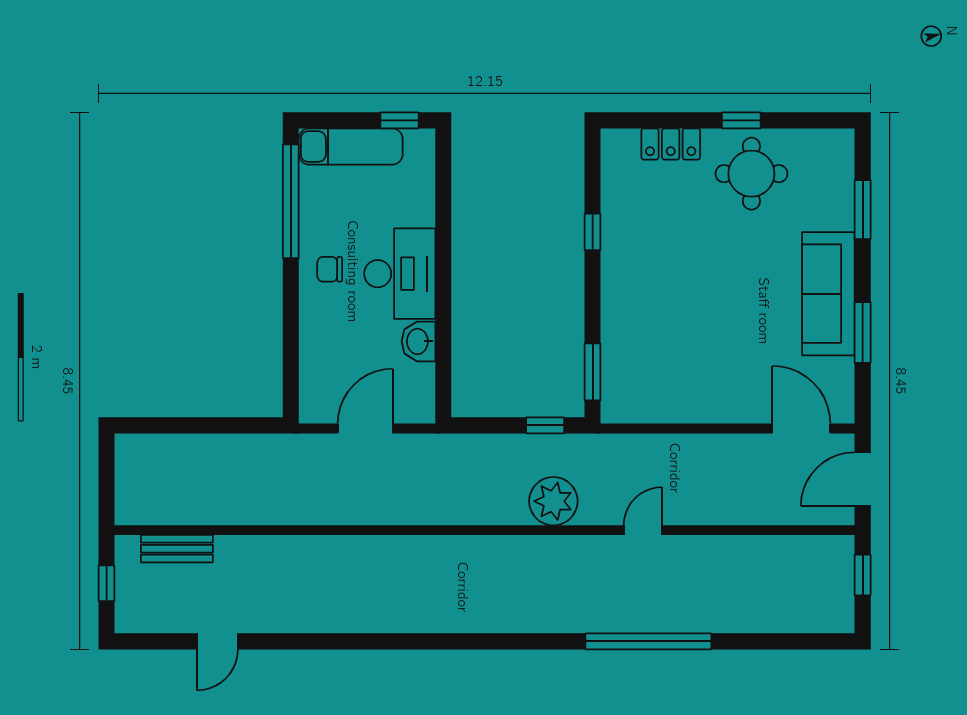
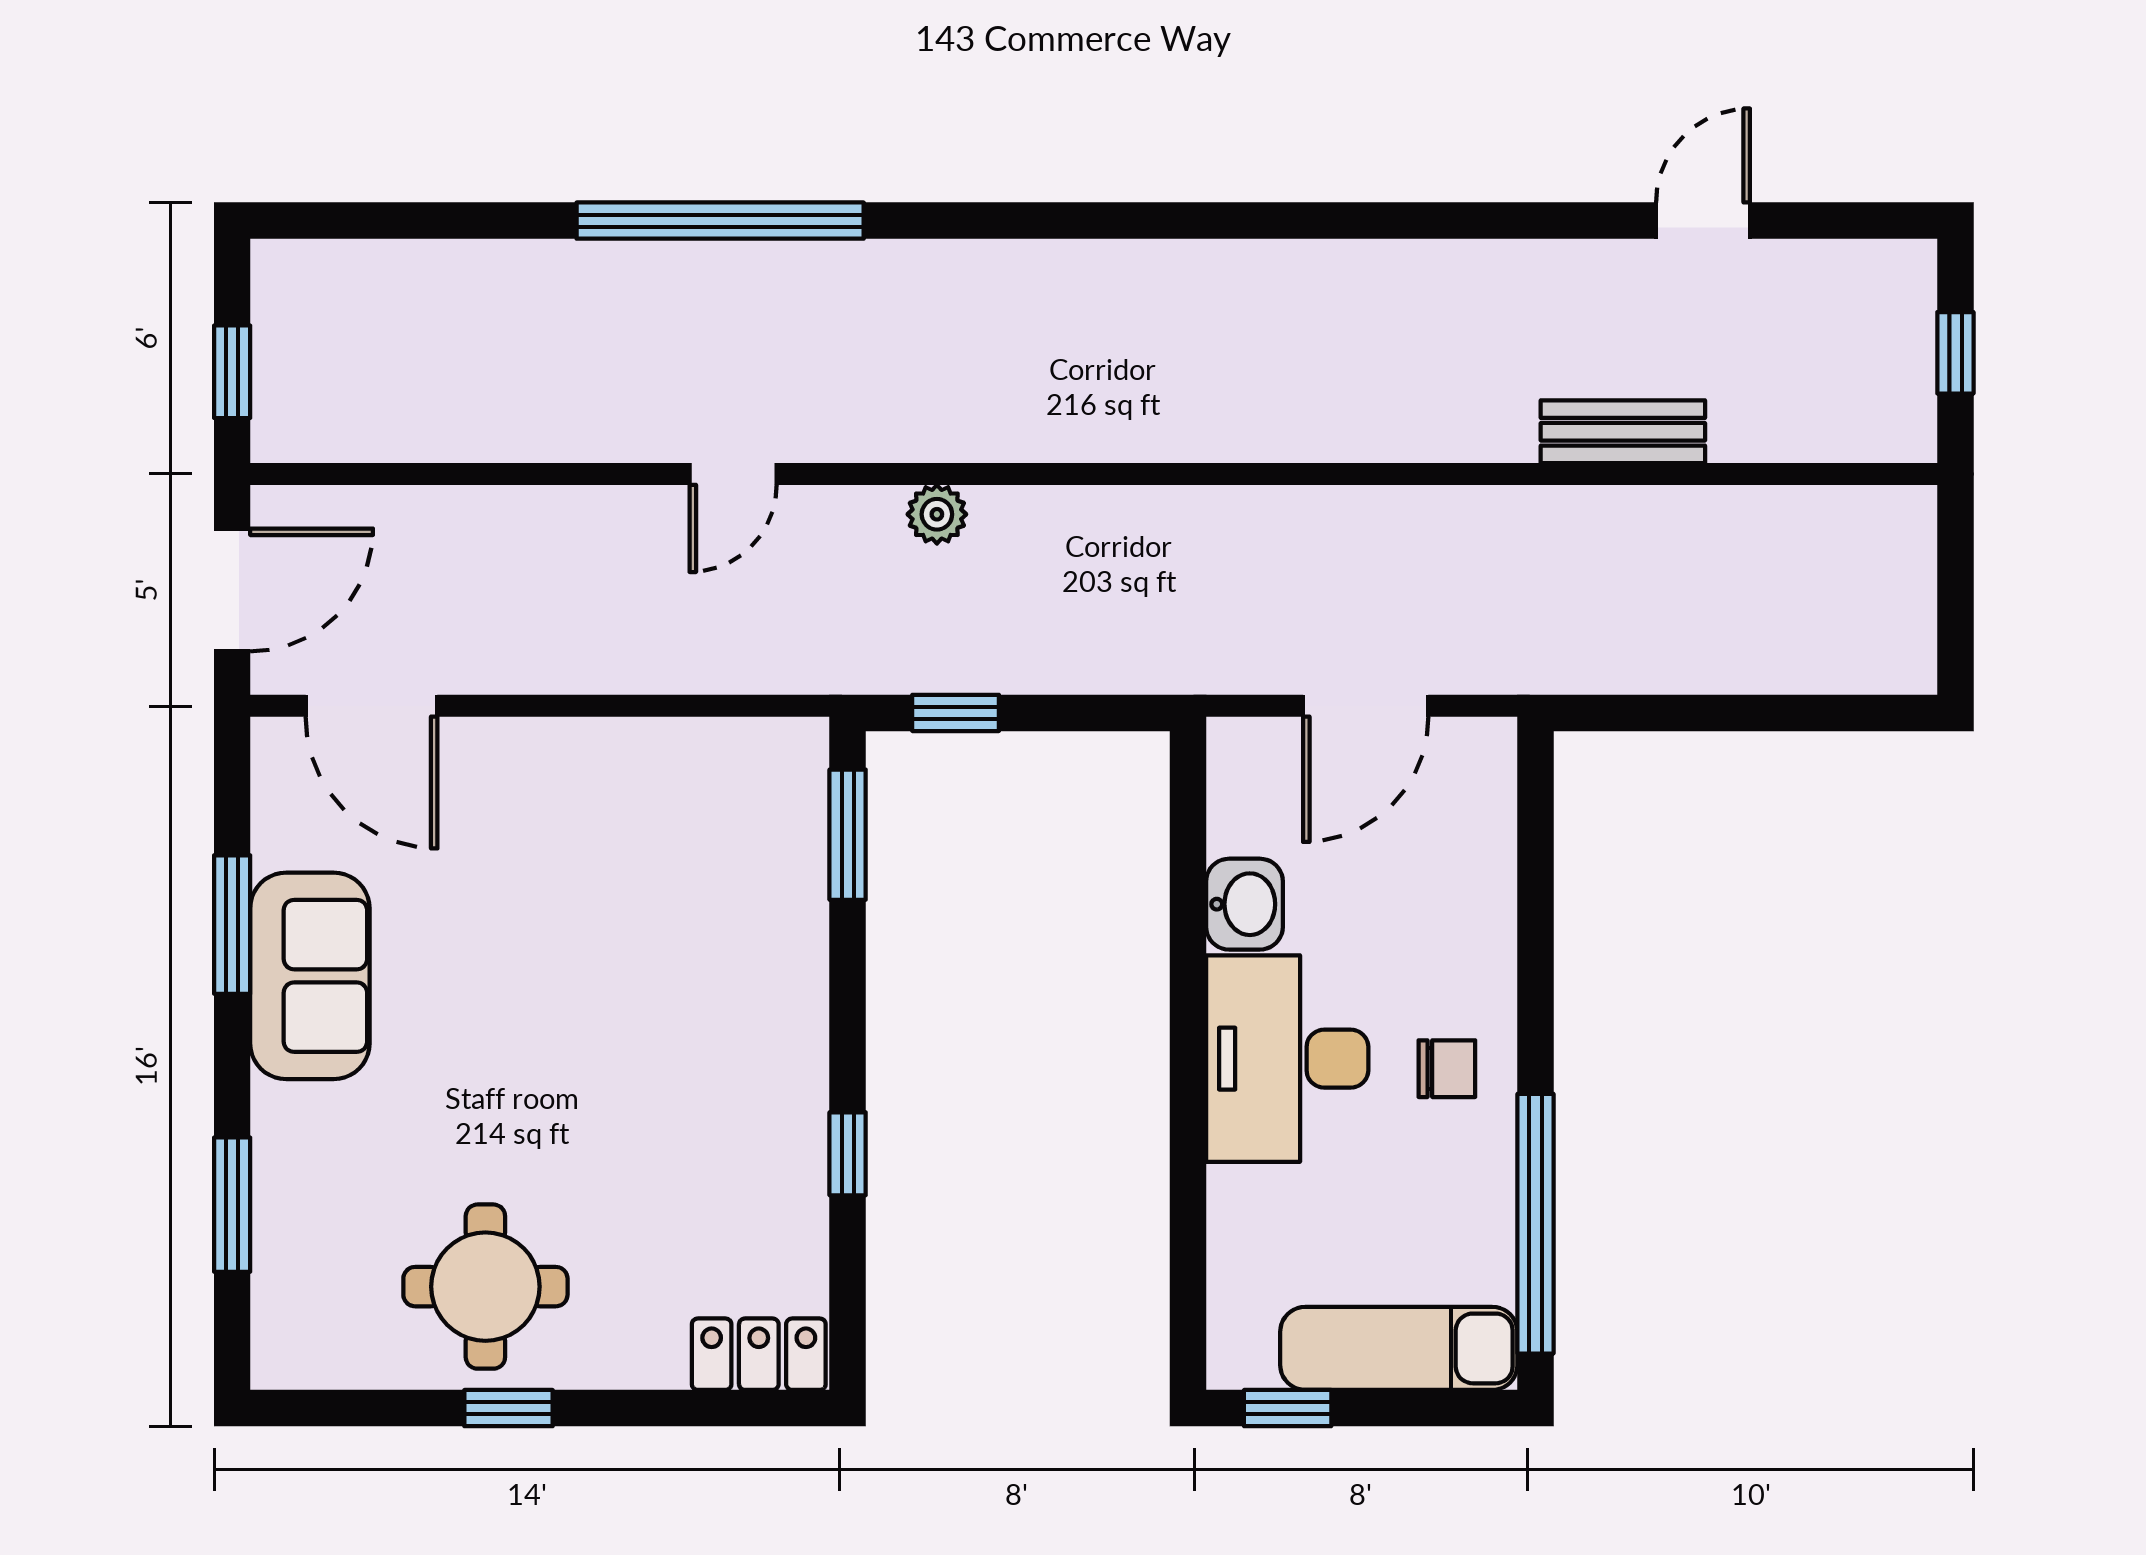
locker: (671, 144) -> (759, 1354), moved
sofa: (828, 294) -> (310, 976), width x0.73
plant: (553, 501) -> (937, 514), width x0.53, depth x0.53
bench: (177, 549) -> (1623, 432), moved

